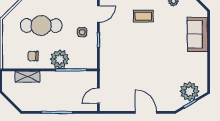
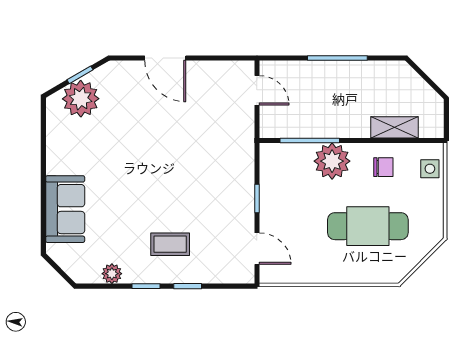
door: (98, 14) -> (257, 249), swing flipped
side table: (82, 32) -> (430, 169), moved
door: (98, 96) -> (257, 90), hinge flipped

